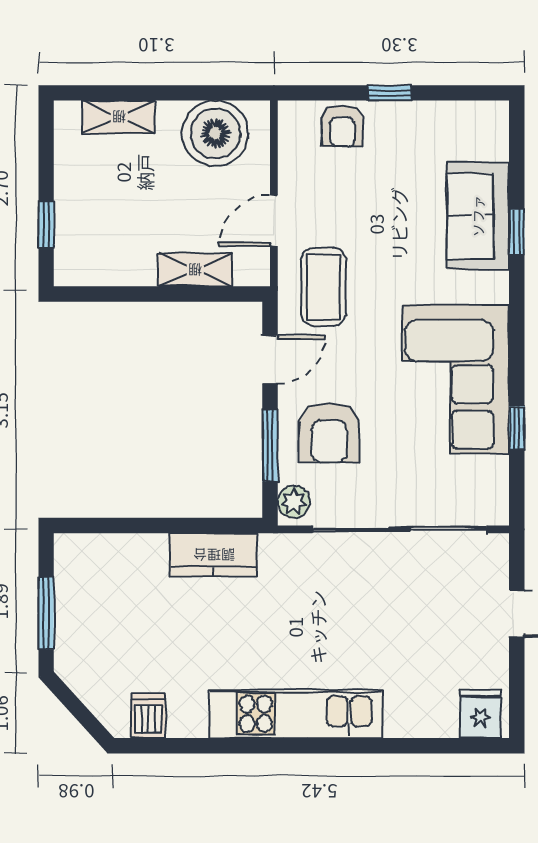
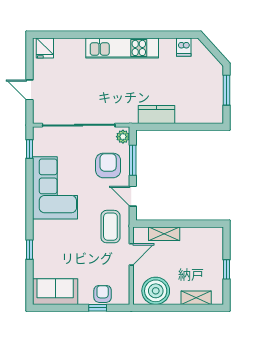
window: (390, 93) -> (98, 308), moved
sofa: (478, 216) -> (55, 292), moved, turned -90
window: (46, 224) -> (226, 269), moved
door: (270, 360) -> (133, 196), hinge flipped
window: (517, 428) -> (30, 149), moved

